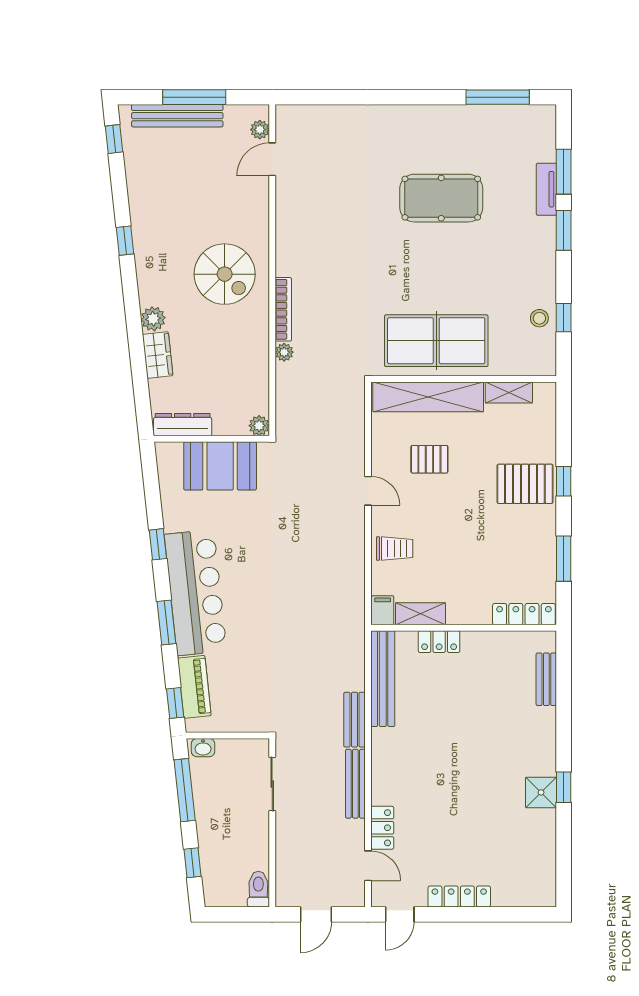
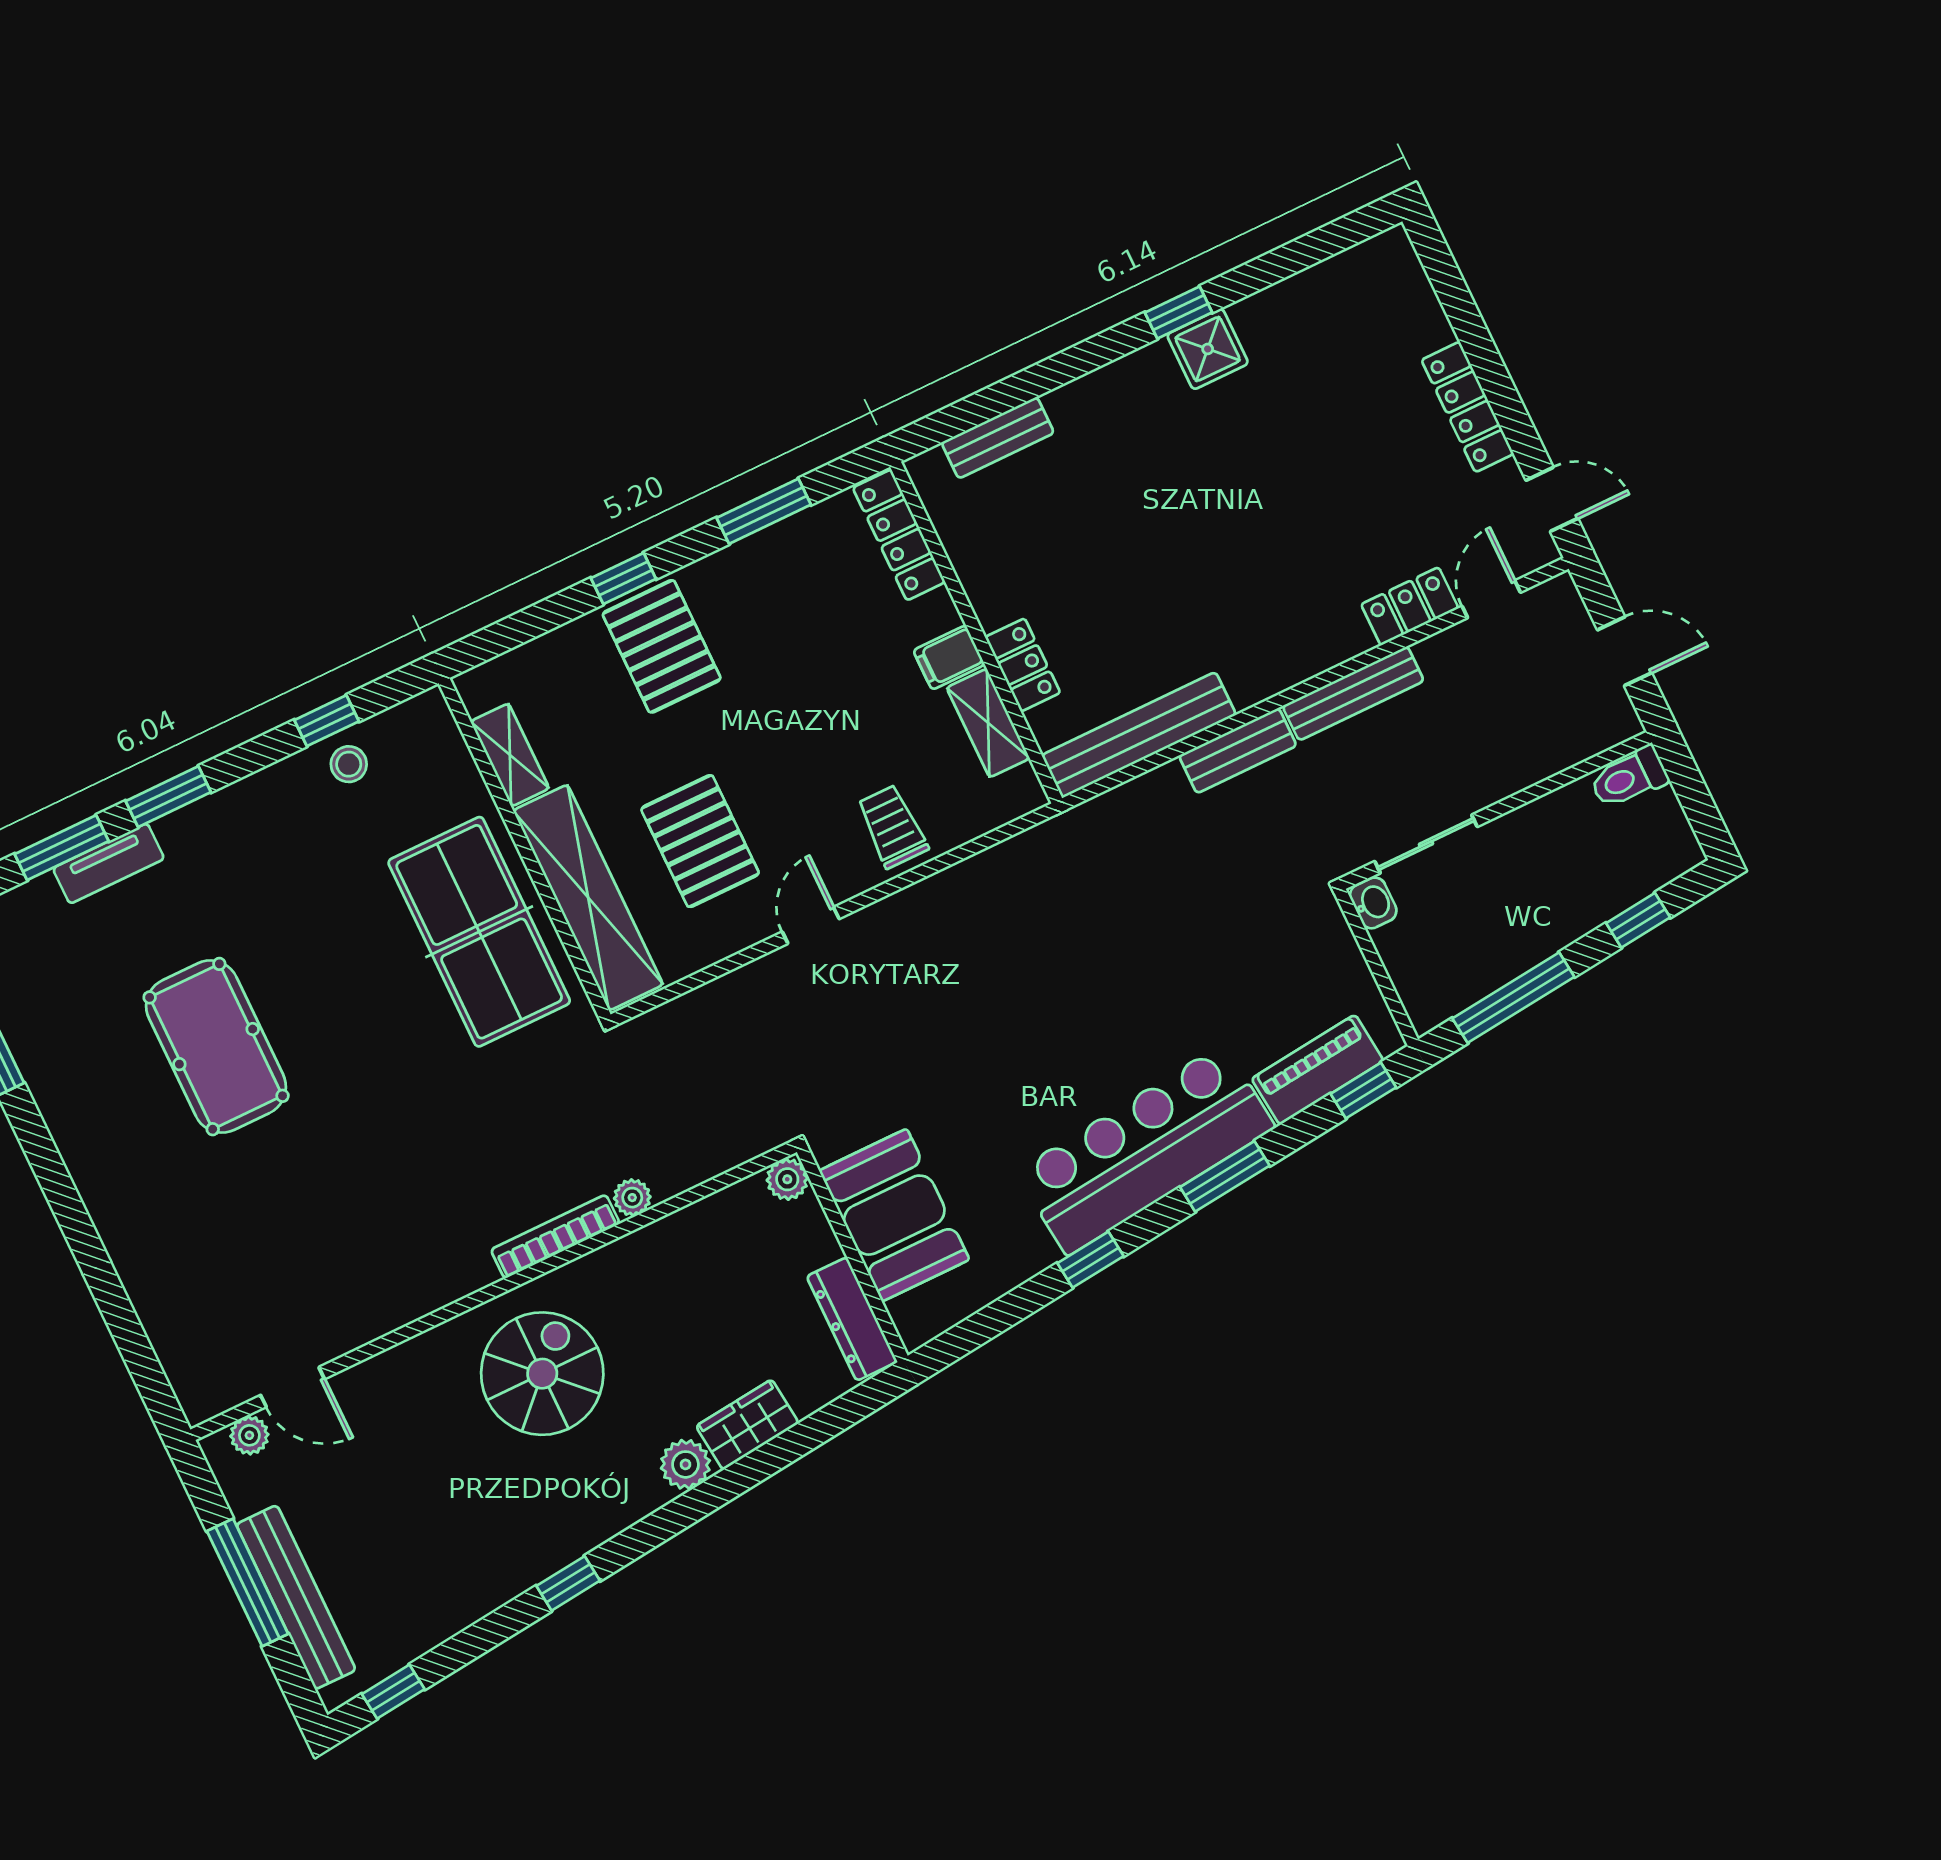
pallet: (429, 459) -> (700, 841), width x1.50, depth x1.42
filing cabinet: (383, 610) -> (949, 658), moved
washbasin: (203, 748) -> (1373, 903), moved

